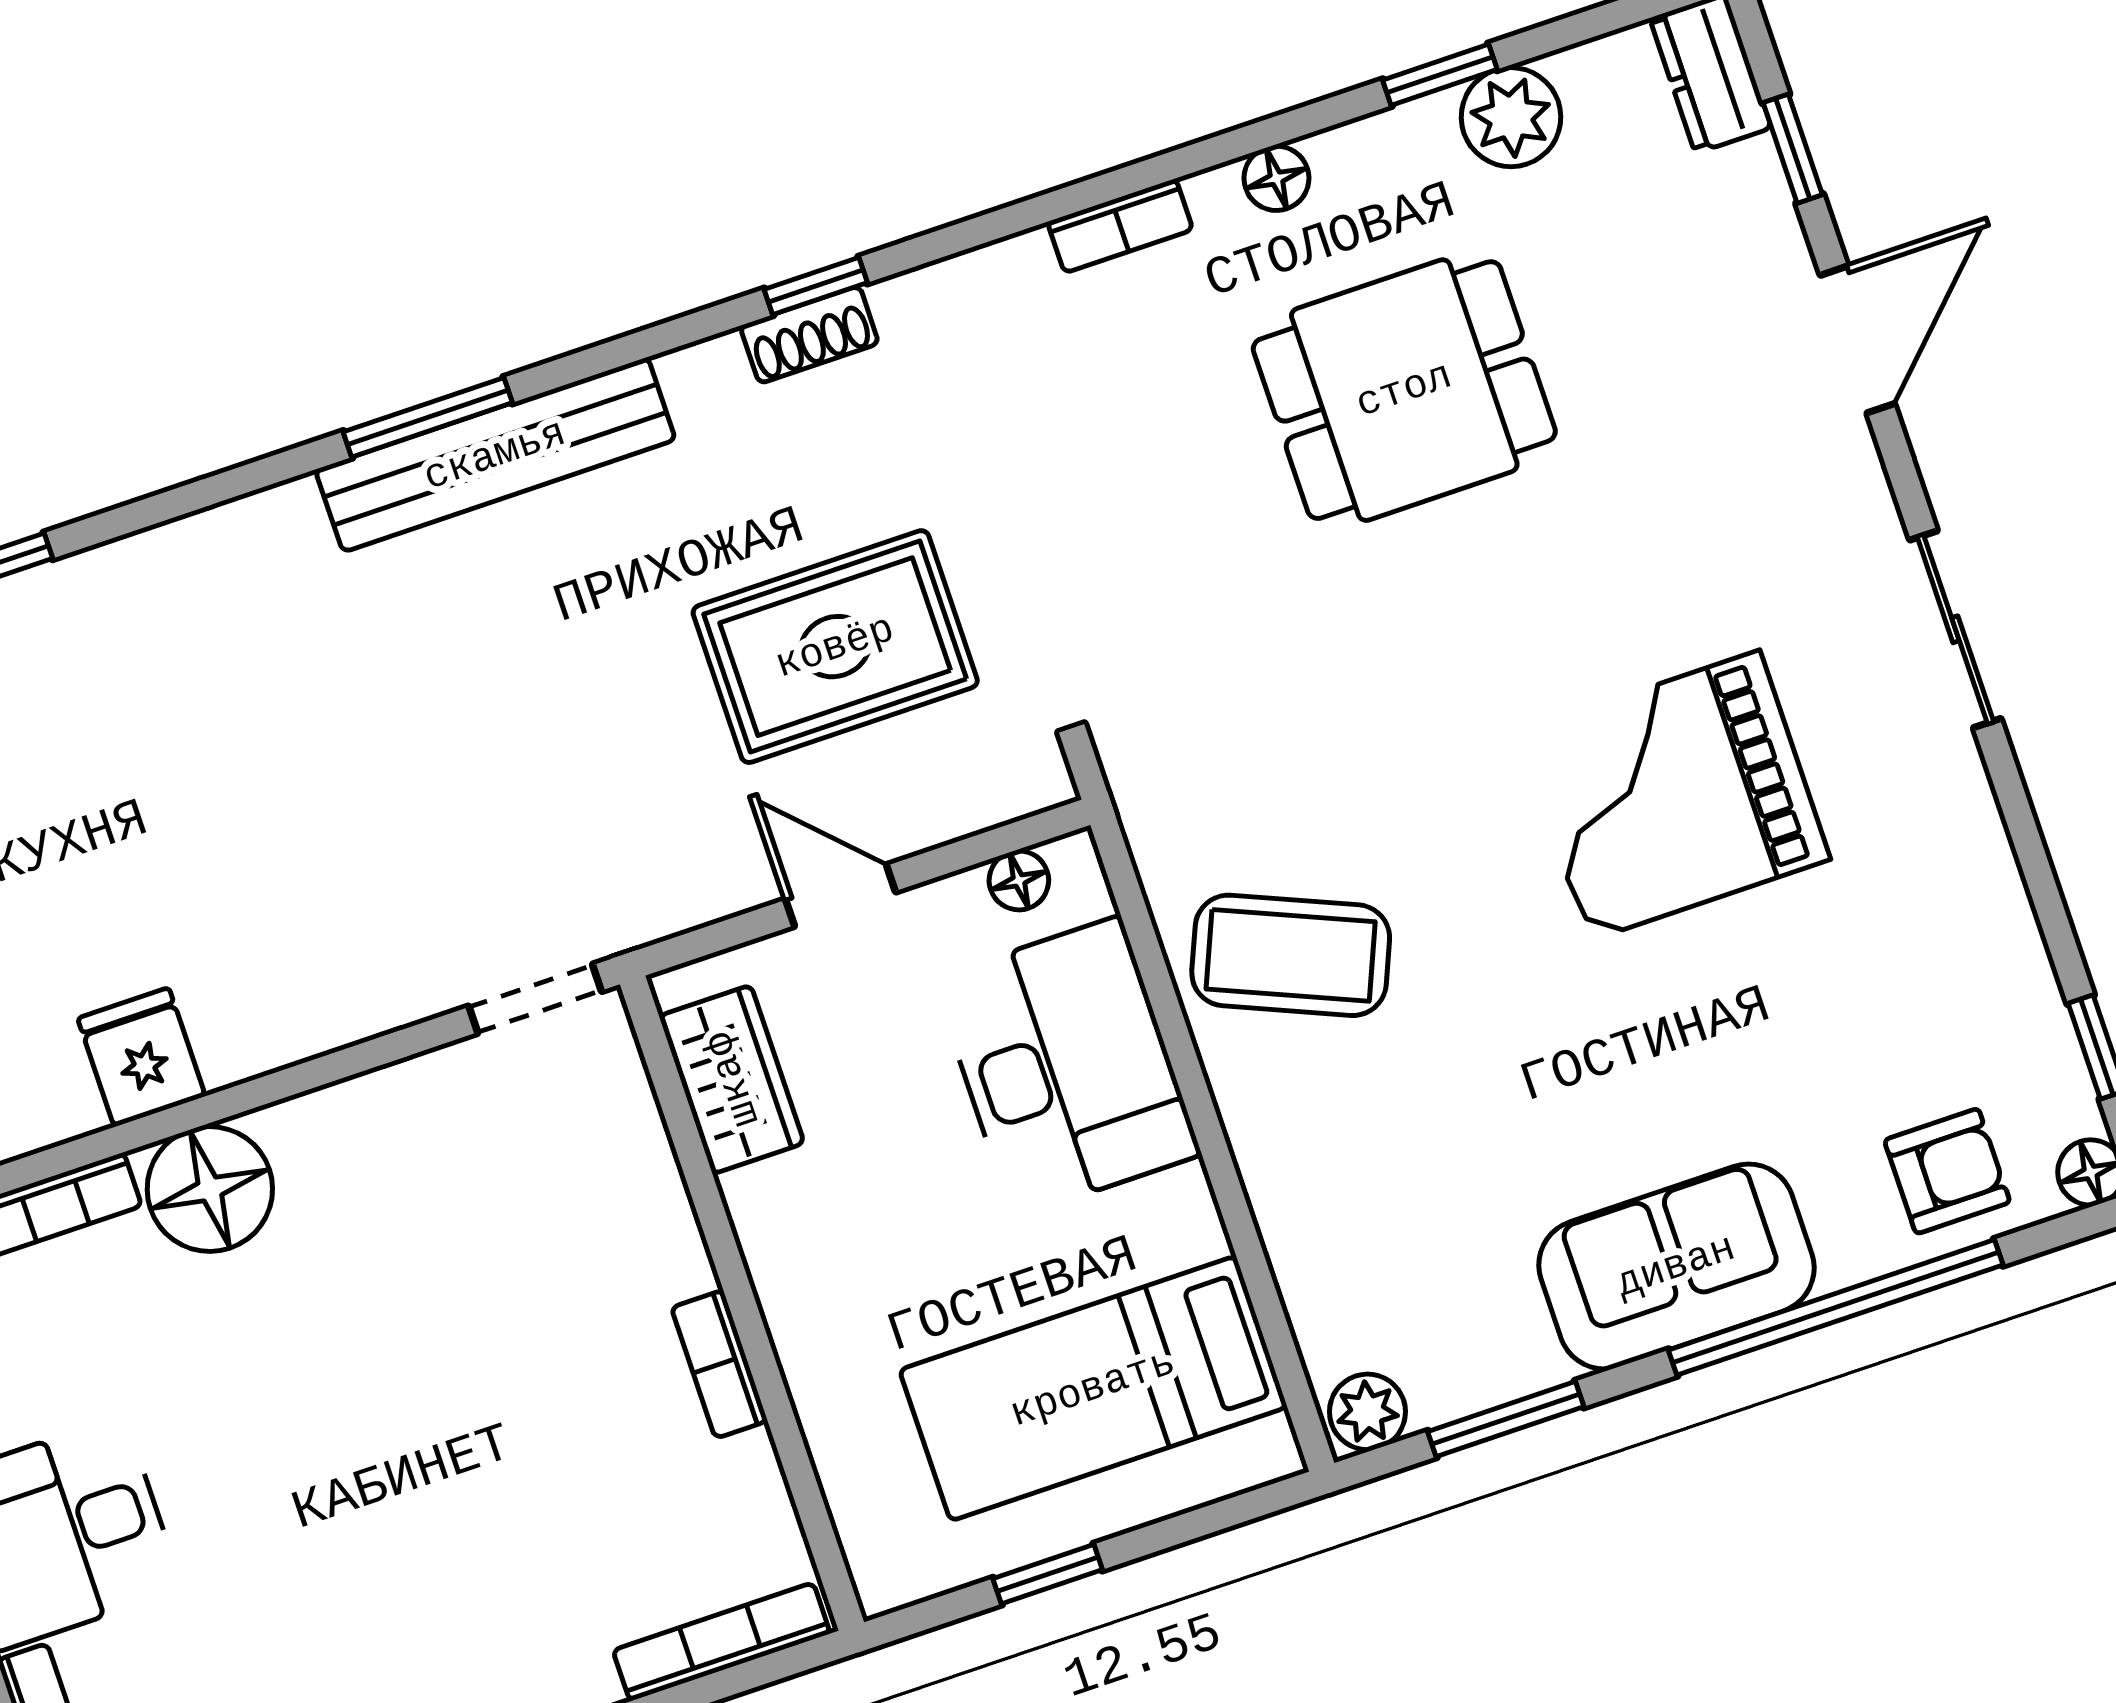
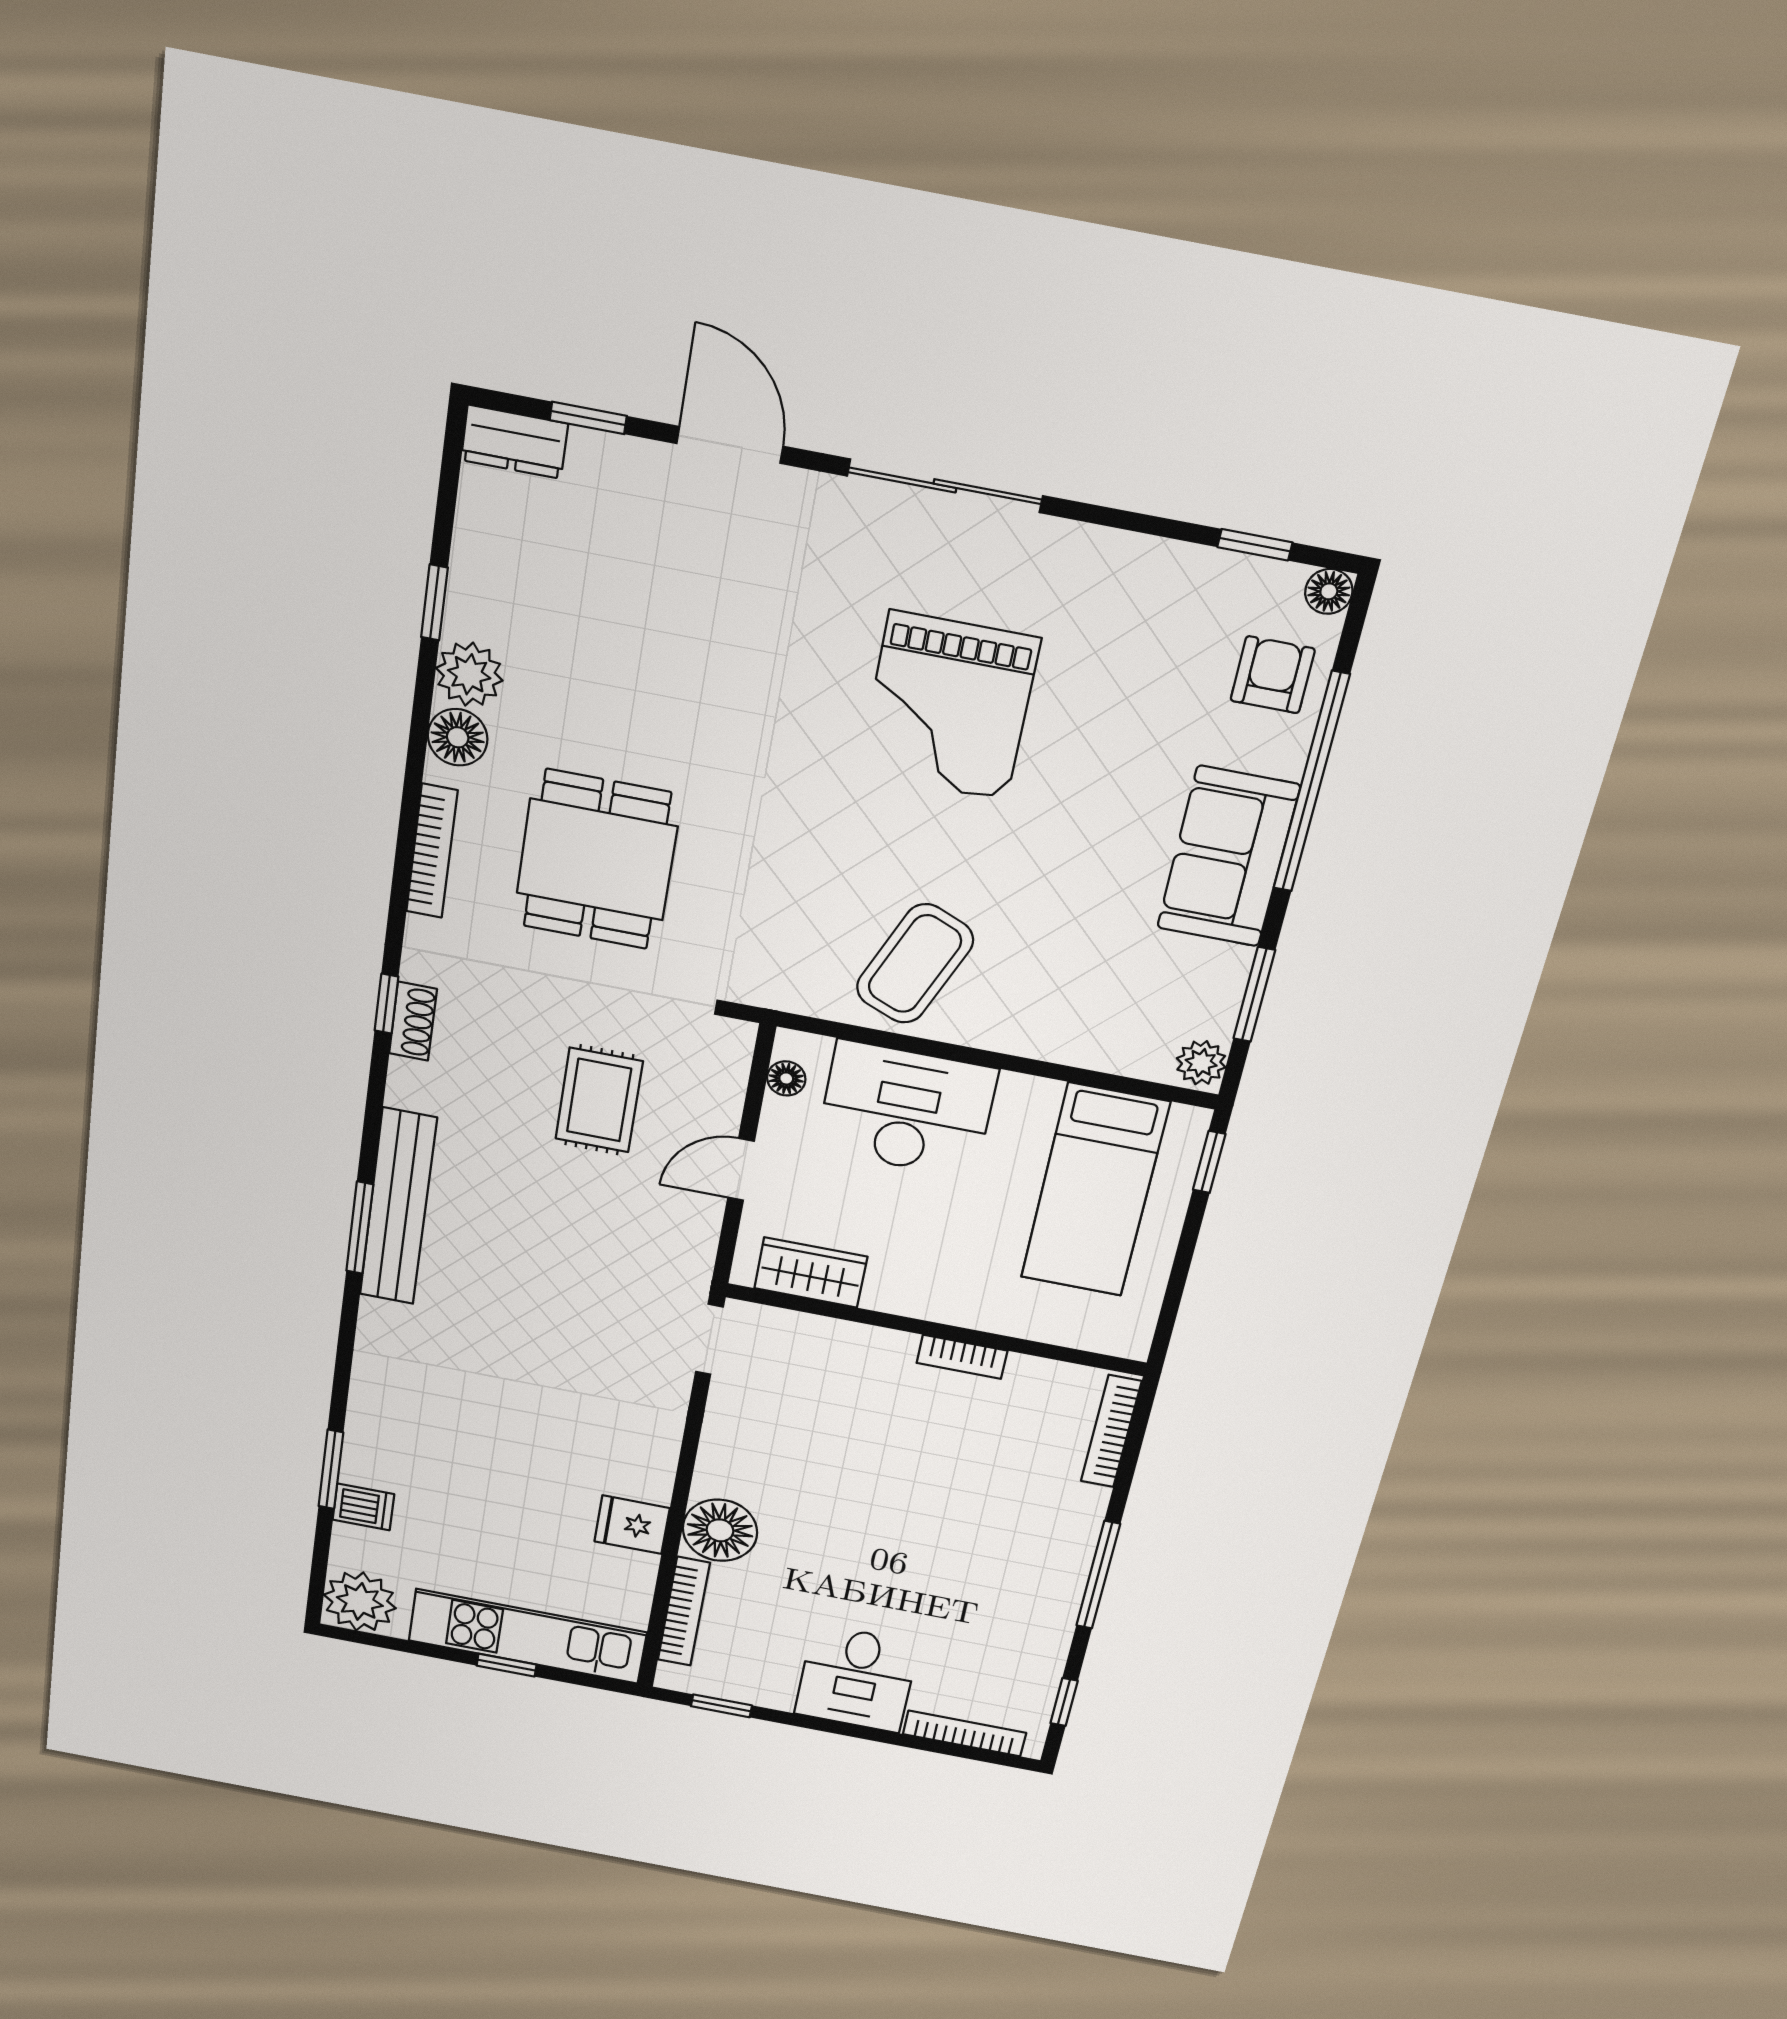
plant: (1511, 117) -> (469, 674), moved
floor lamp: (1276, 178) -> (458, 737), width x1.37, depth x1.37
bookcase: (1120, 226) -> (432, 851), width x1.56
dining table: (1404, 390) -> (597, 860), moved
sliding door: (1955, 629) -> (945, 486), width x1.37
rug: (835, 647) -> (599, 1100), width x0.73, depth x0.70
window: (1048, 1574) -> (1209, 1162), moved

